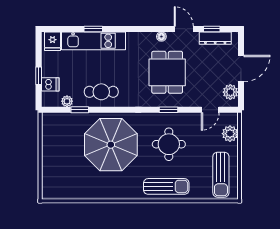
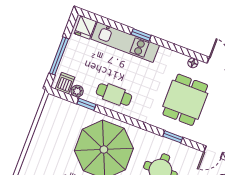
window: (93, 29) -> (141, 35), moved
window: (39, 76) -> (59, 56), width x2.17
dishwasher: (50, 84) -> (65, 83), moved, turned -90

